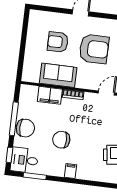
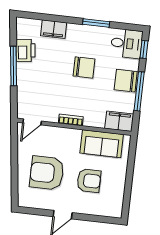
sofa: (58, 75) -> (102, 144), moved
filing cabinet: (50, 95) -> (119, 121), moved
filing cabinet: (70, 171) -> (54, 29), moved, width x2.00
window: (35, 176) -> (96, 23), moved

